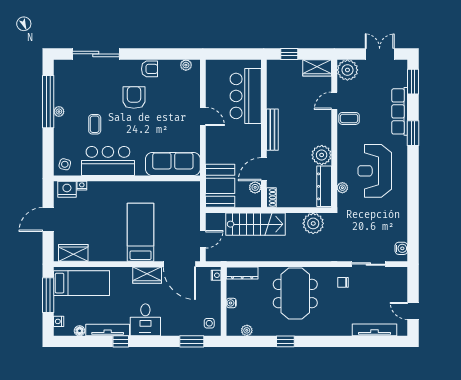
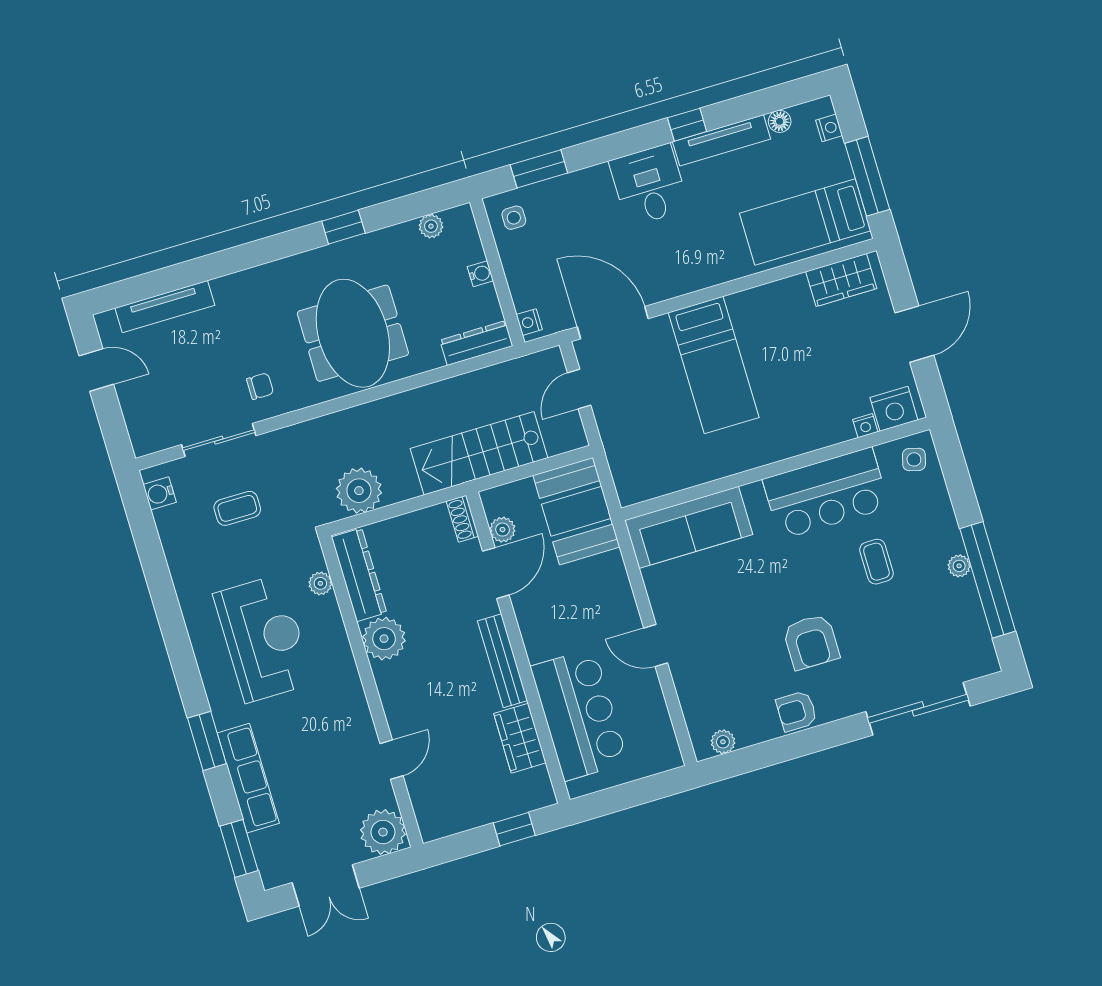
wardrobe: (317, 68) -> (520, 738), moved, turned -90
coffee table: (349, 118) -> (237, 508), moved
wardrobe: (147, 275) -> (674, 279), removed

